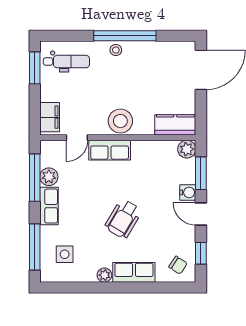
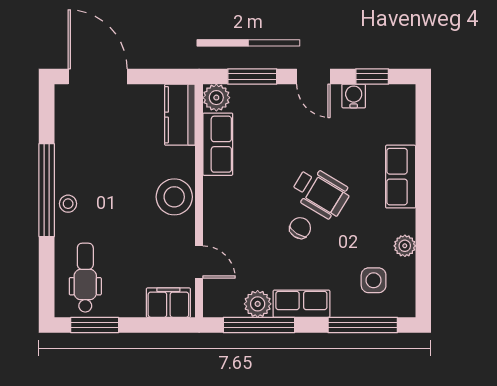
row of seats: (110, 150) -> (218, 144), moved
water cooler: (188, 192) -> (354, 96), moved
door: (201, 214) -> (313, 76), hinge flipped
chair: (178, 265) -> (300, 228), moved
plant: (104, 275) -> (405, 246), moved

